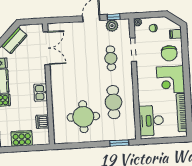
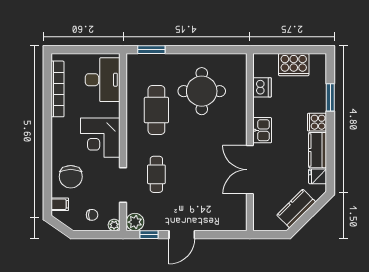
plant: (112, 26) -> (135, 222), moved
double door: (46, 48) -> (250, 170), moved
chair: (169, 53) -> (71, 177), turned 180
corner desk: (171, 80) -> (100, 138), moved, turned 180

